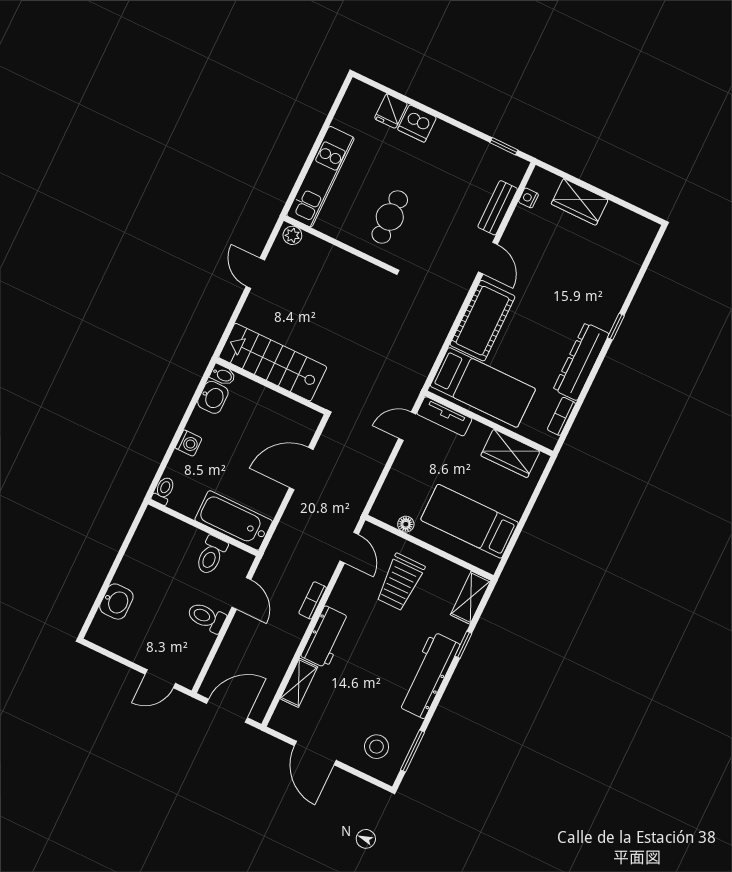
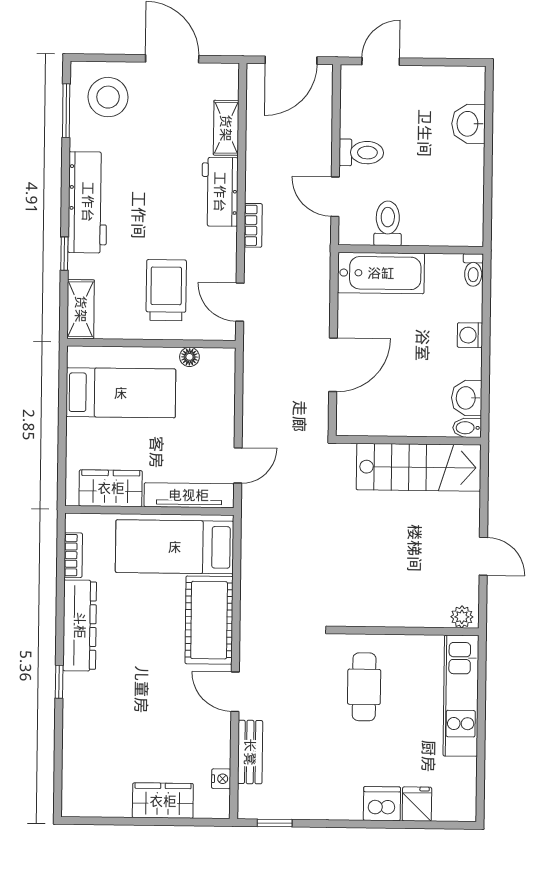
tv unit: (444, 416) -> (189, 495), width x1.41
stool: (377, 747) -> (108, 97), width x1.38, depth x1.38

